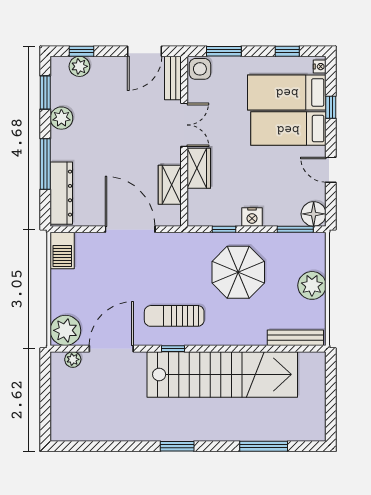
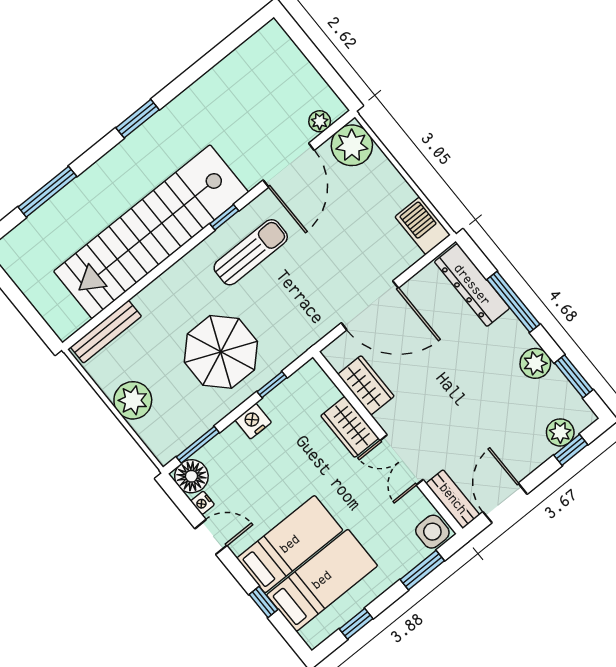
nightstand: (320, 67) -> (202, 503), moved

